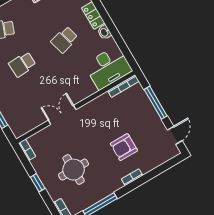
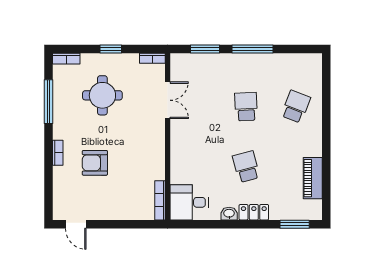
desk: (108, 68) -> (189, 202), width x0.73
window: (156, 103) -> (122, 224), removed
double door: (62, 115) -> (168, 100), moved
armchair: (124, 147) -> (95, 163), turned -90

